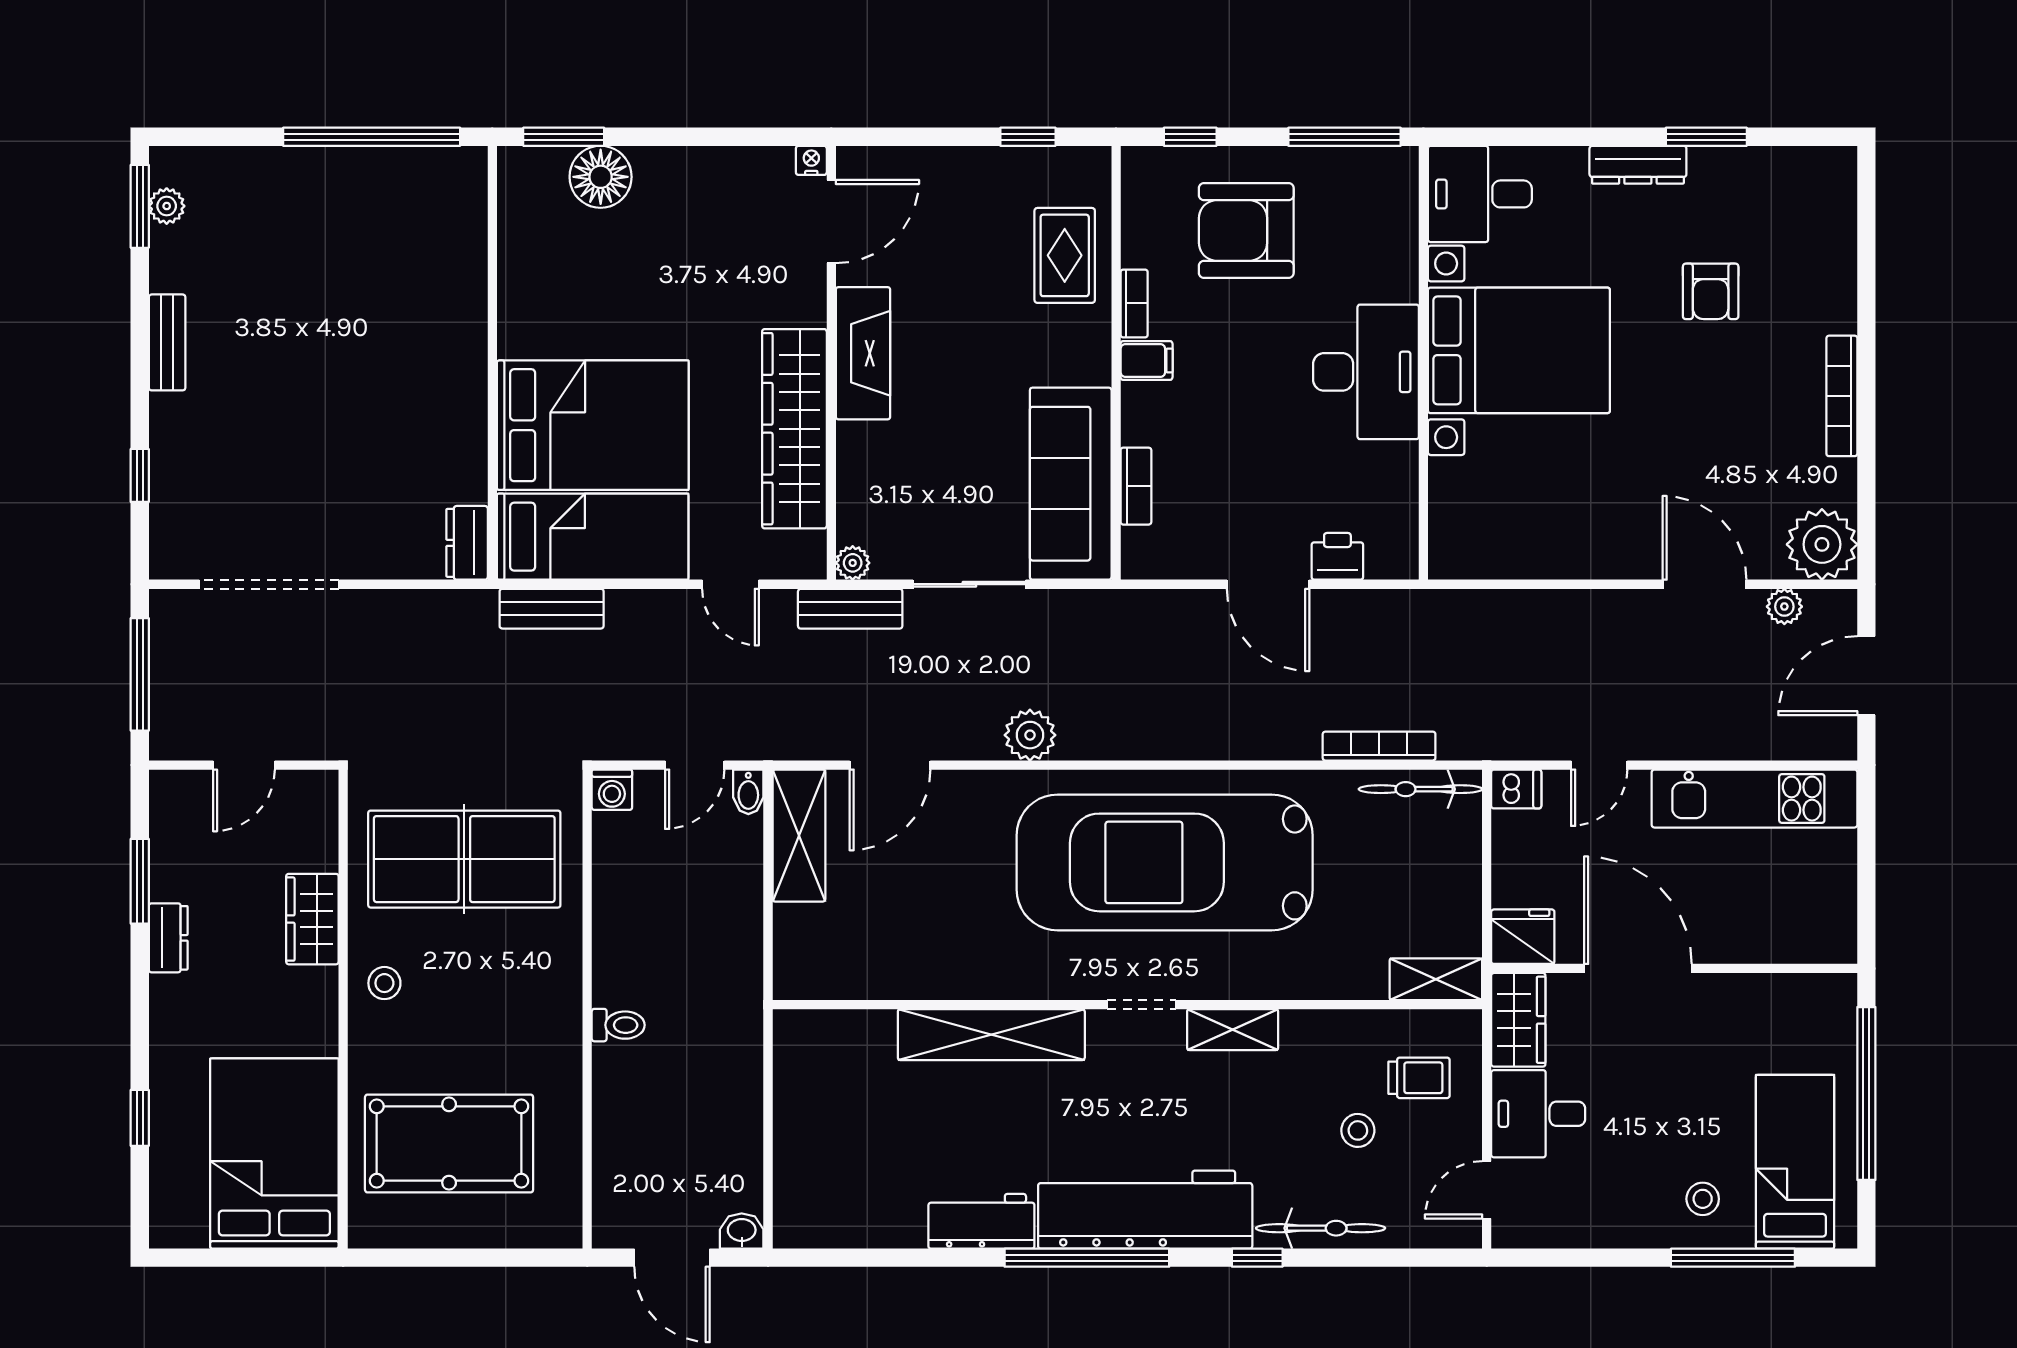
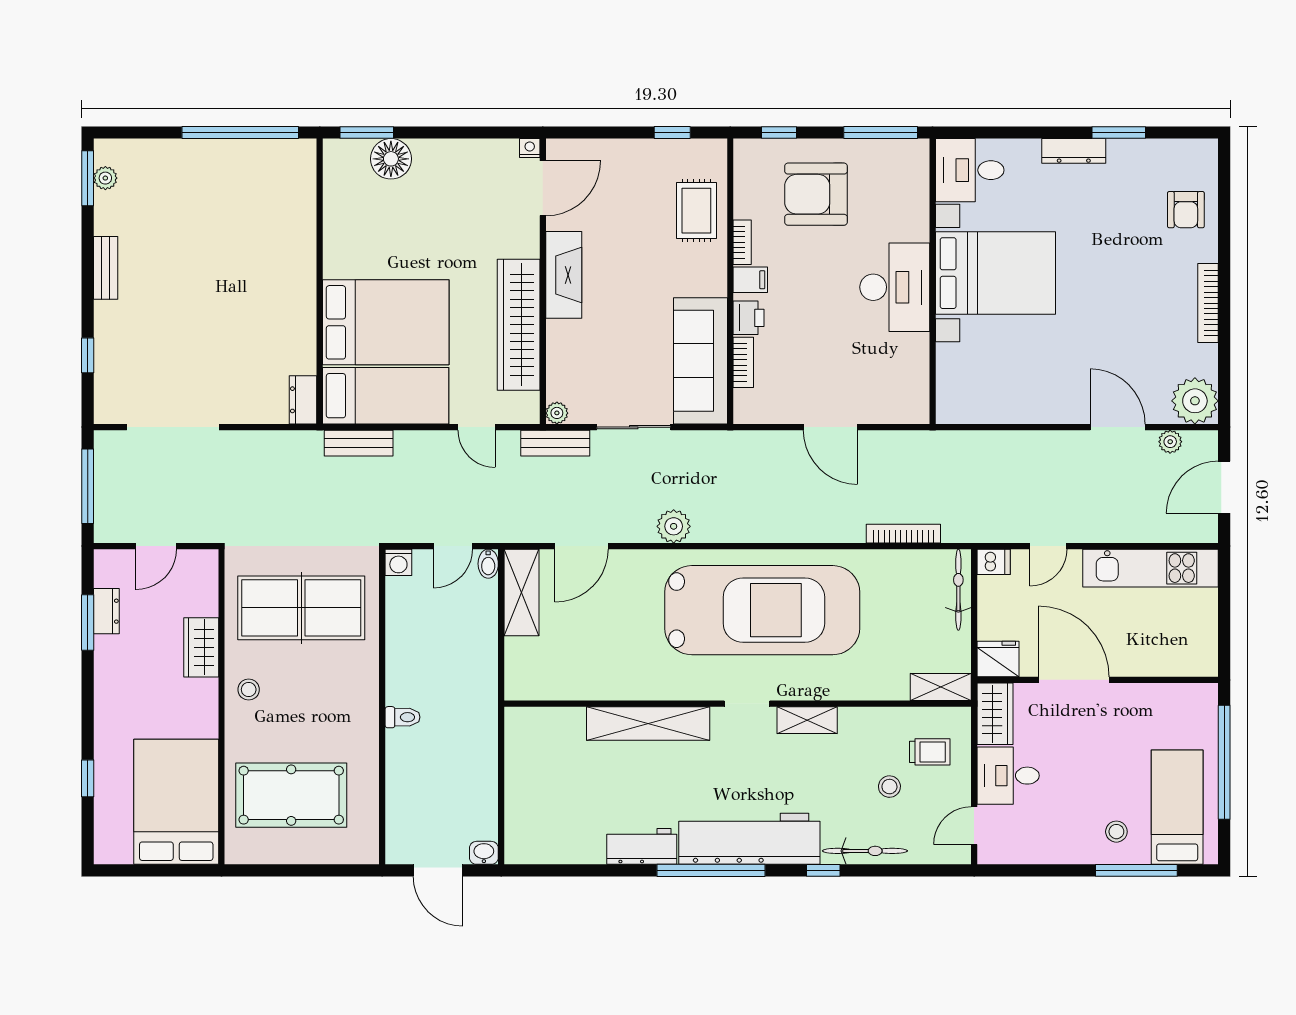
armchair: (1711, 291) -> (1186, 210), moved
printer: (1337, 556) -> (749, 318), moved, turned 90
bicycle: (1420, 789) -> (958, 590), moved, turned 90
car: (1165, 862) -> (762, 610), turned 180
dresser: (168, 938) -> (106, 611), moved

